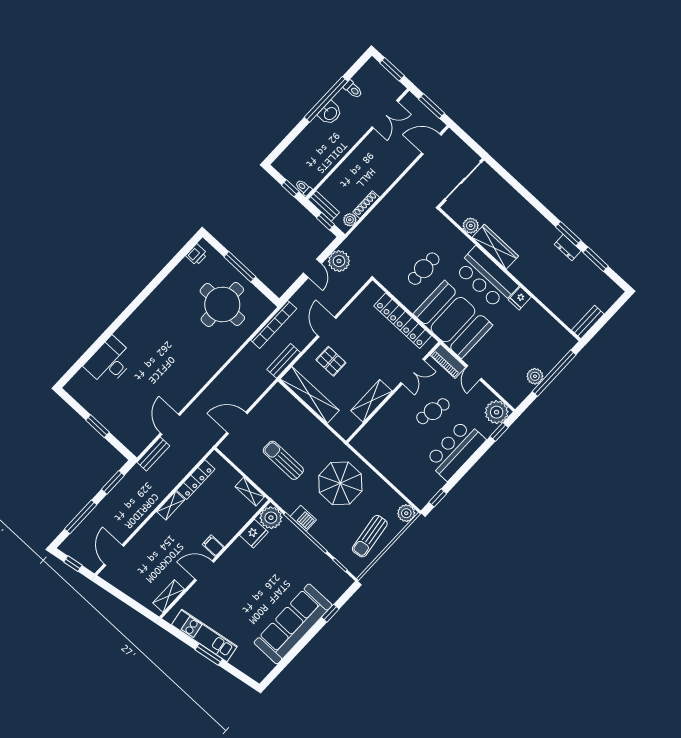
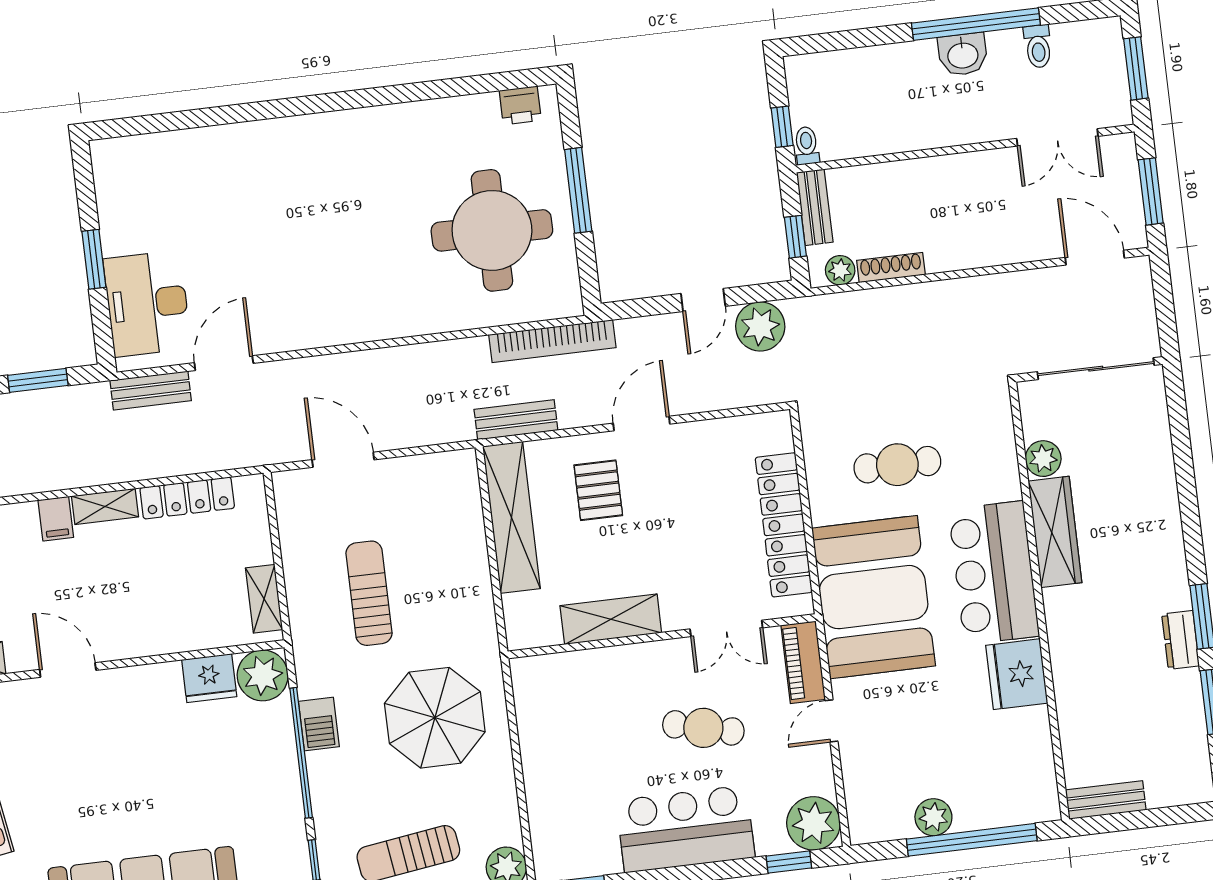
fridge: (520, 298) -> (1017, 674), width x1.88, depth x1.34
desk: (110, 362) -> (147, 304), moved, turned -90
filing cabinet: (213, 546) -> (56, 519), moved, turned 180

